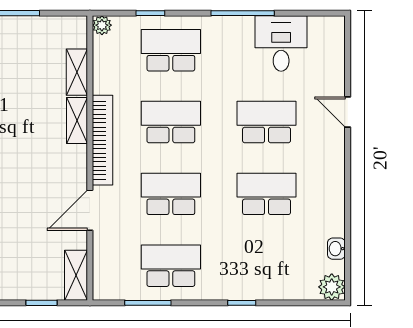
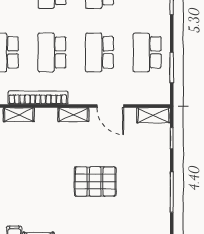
shelving: (77, 120) -> (73, 115), moved
bookcase: (103, 140) -> (38, 98), moved

